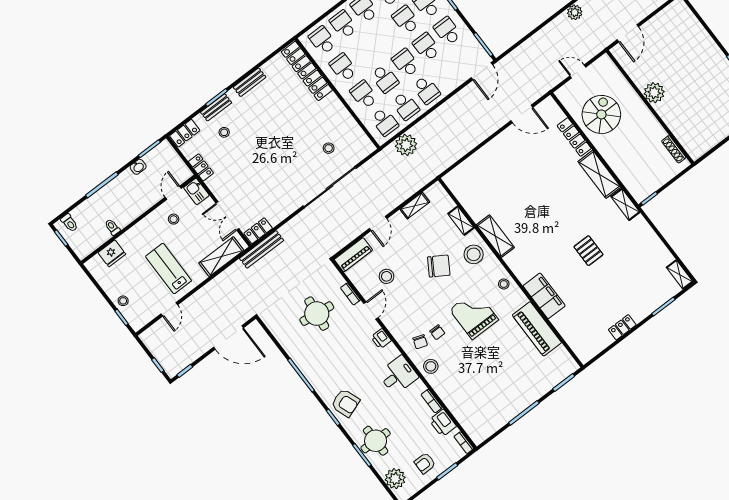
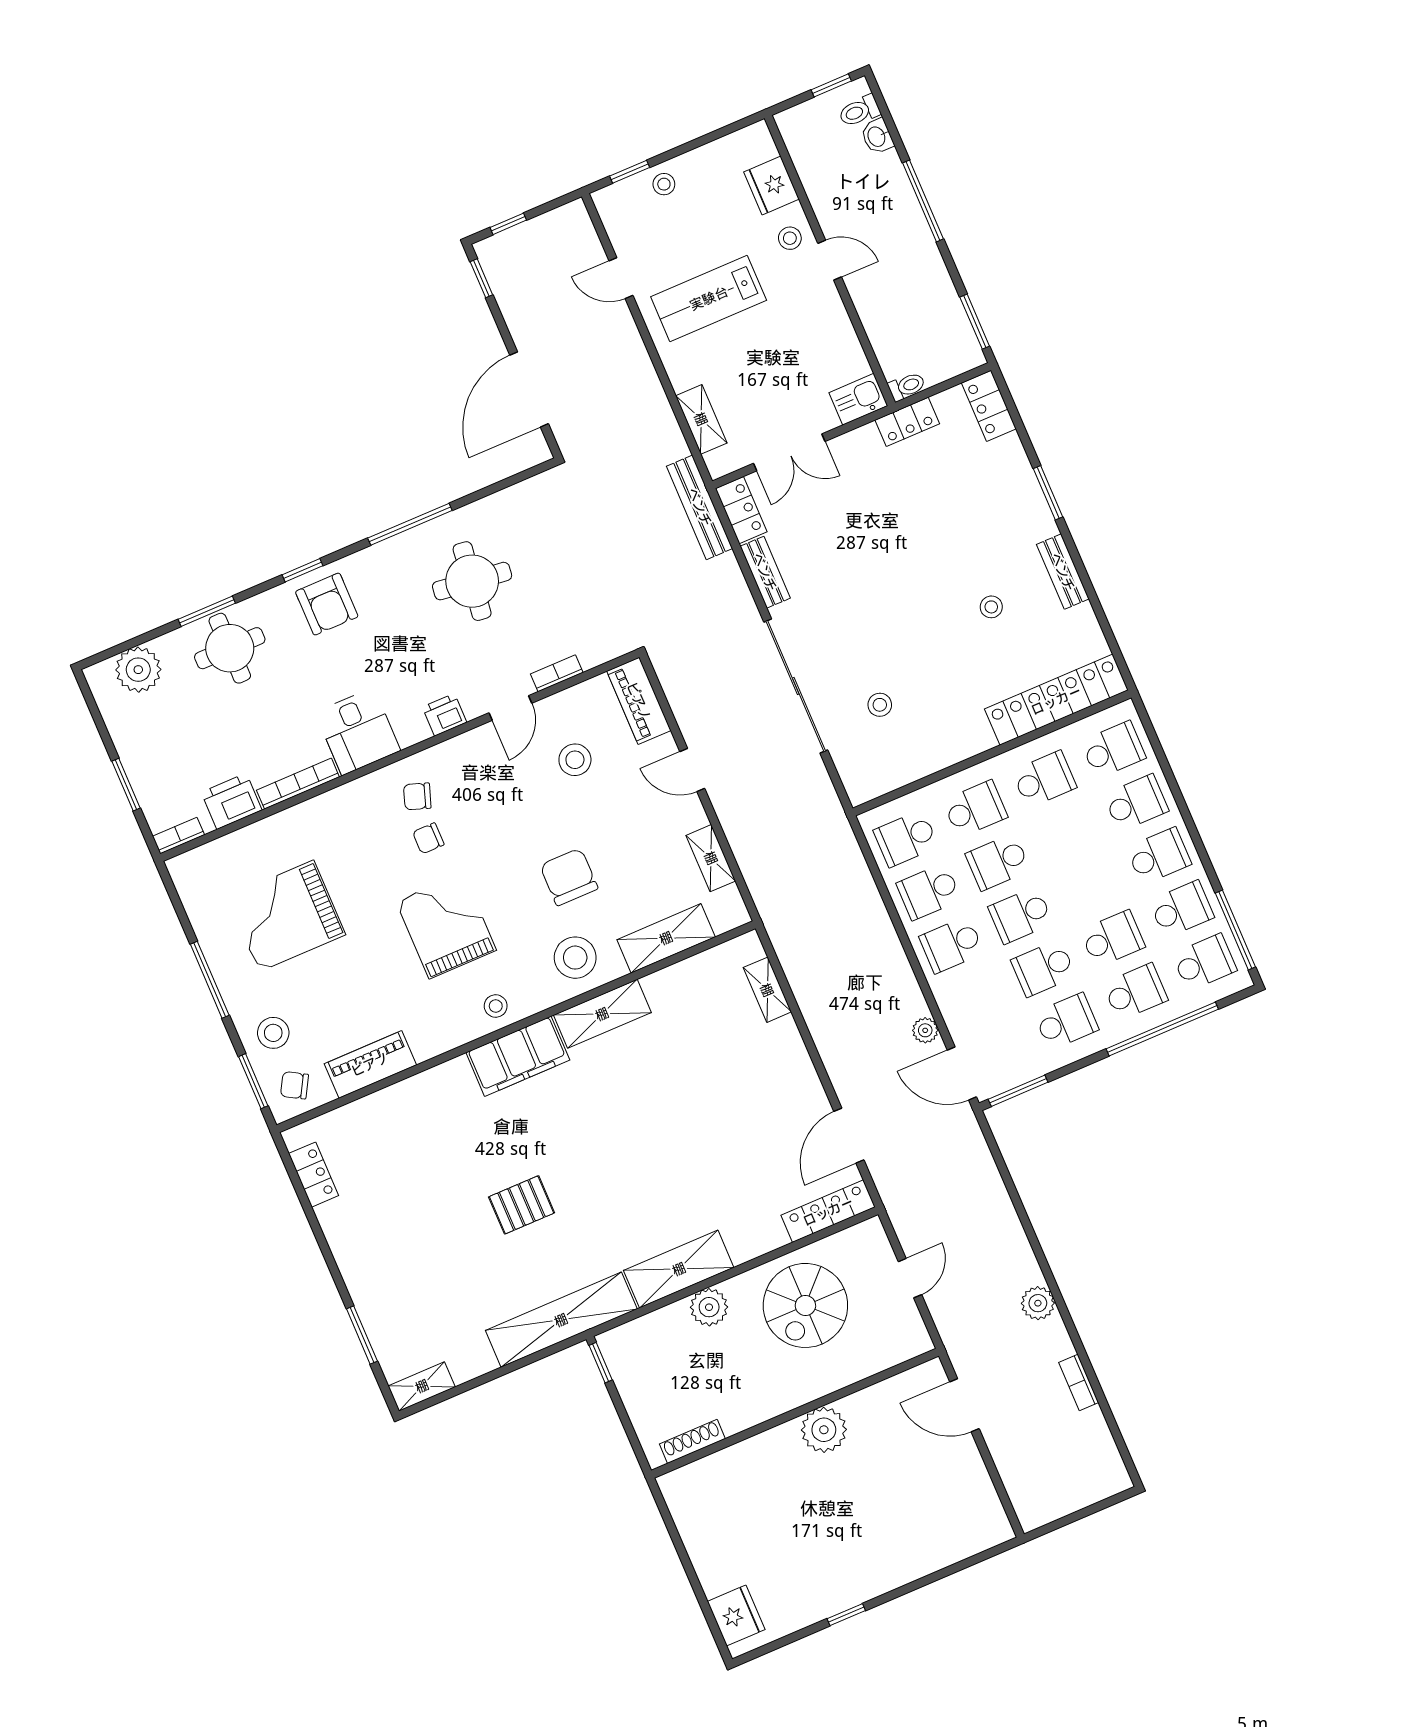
school desk: (427, 47) -> (1043, 968), turned 180
school desk: (406, 63) -> (1021, 915), turned 180
bench: (216, 107) -> (765, 572), moved
spiral stairs: (601, 114) -> (805, 1305), turned 90
stool: (224, 132) -> (991, 607), moved
locker: (574, 137) -> (828, 1211), moved
plant: (406, 145) -> (925, 1030), moved, width x0.53, depth x0.53
plant: (613, 157) -> (709, 1307), added
shelving: (467, 166) -> (767, 990), added
washbasin: (138, 167) -> (877, 136), moved
door: (173, 193) -> (830, 260), moved
shelving: (625, 204) -> (561, 1320), width x2.20, depth x1.33
double door: (227, 216) -> (789, 452), swing flipped
stool: (174, 219) -> (790, 238), moved
shelving: (461, 221) -> (666, 938), width x1.50, depth x1.33
toilet: (112, 227) -> (907, 386), moved
shelving: (221, 257) -> (701, 419), width x0.67, depth x0.75
chair: (439, 266) -> (569, 877), turned 148
lab bench: (169, 269) -> (709, 298), turned 180
filing cabinet: (544, 296) -> (518, 1056), moved
door: (371, 311) -> (510, 708), hinge flipped
round table: (317, 314) -> (472, 581), moved
grand piano: (474, 315) -> (446, 926), turned -90
locker: (622, 327) -> (313, 1175), moved
piano: (537, 329) -> (370, 1064), width x0.73, depth x0.75
chair: (561, 364) -> (295, 1085), added
stool: (431, 366) -> (273, 1033), moved
grand piano: (487, 386) -> (286, 916), added
bookcase: (432, 401) -> (298, 784), width x1.56
armchair: (345, 403) -> (327, 604), turned -70
armchair: (425, 463) -> (155, 741), removed

